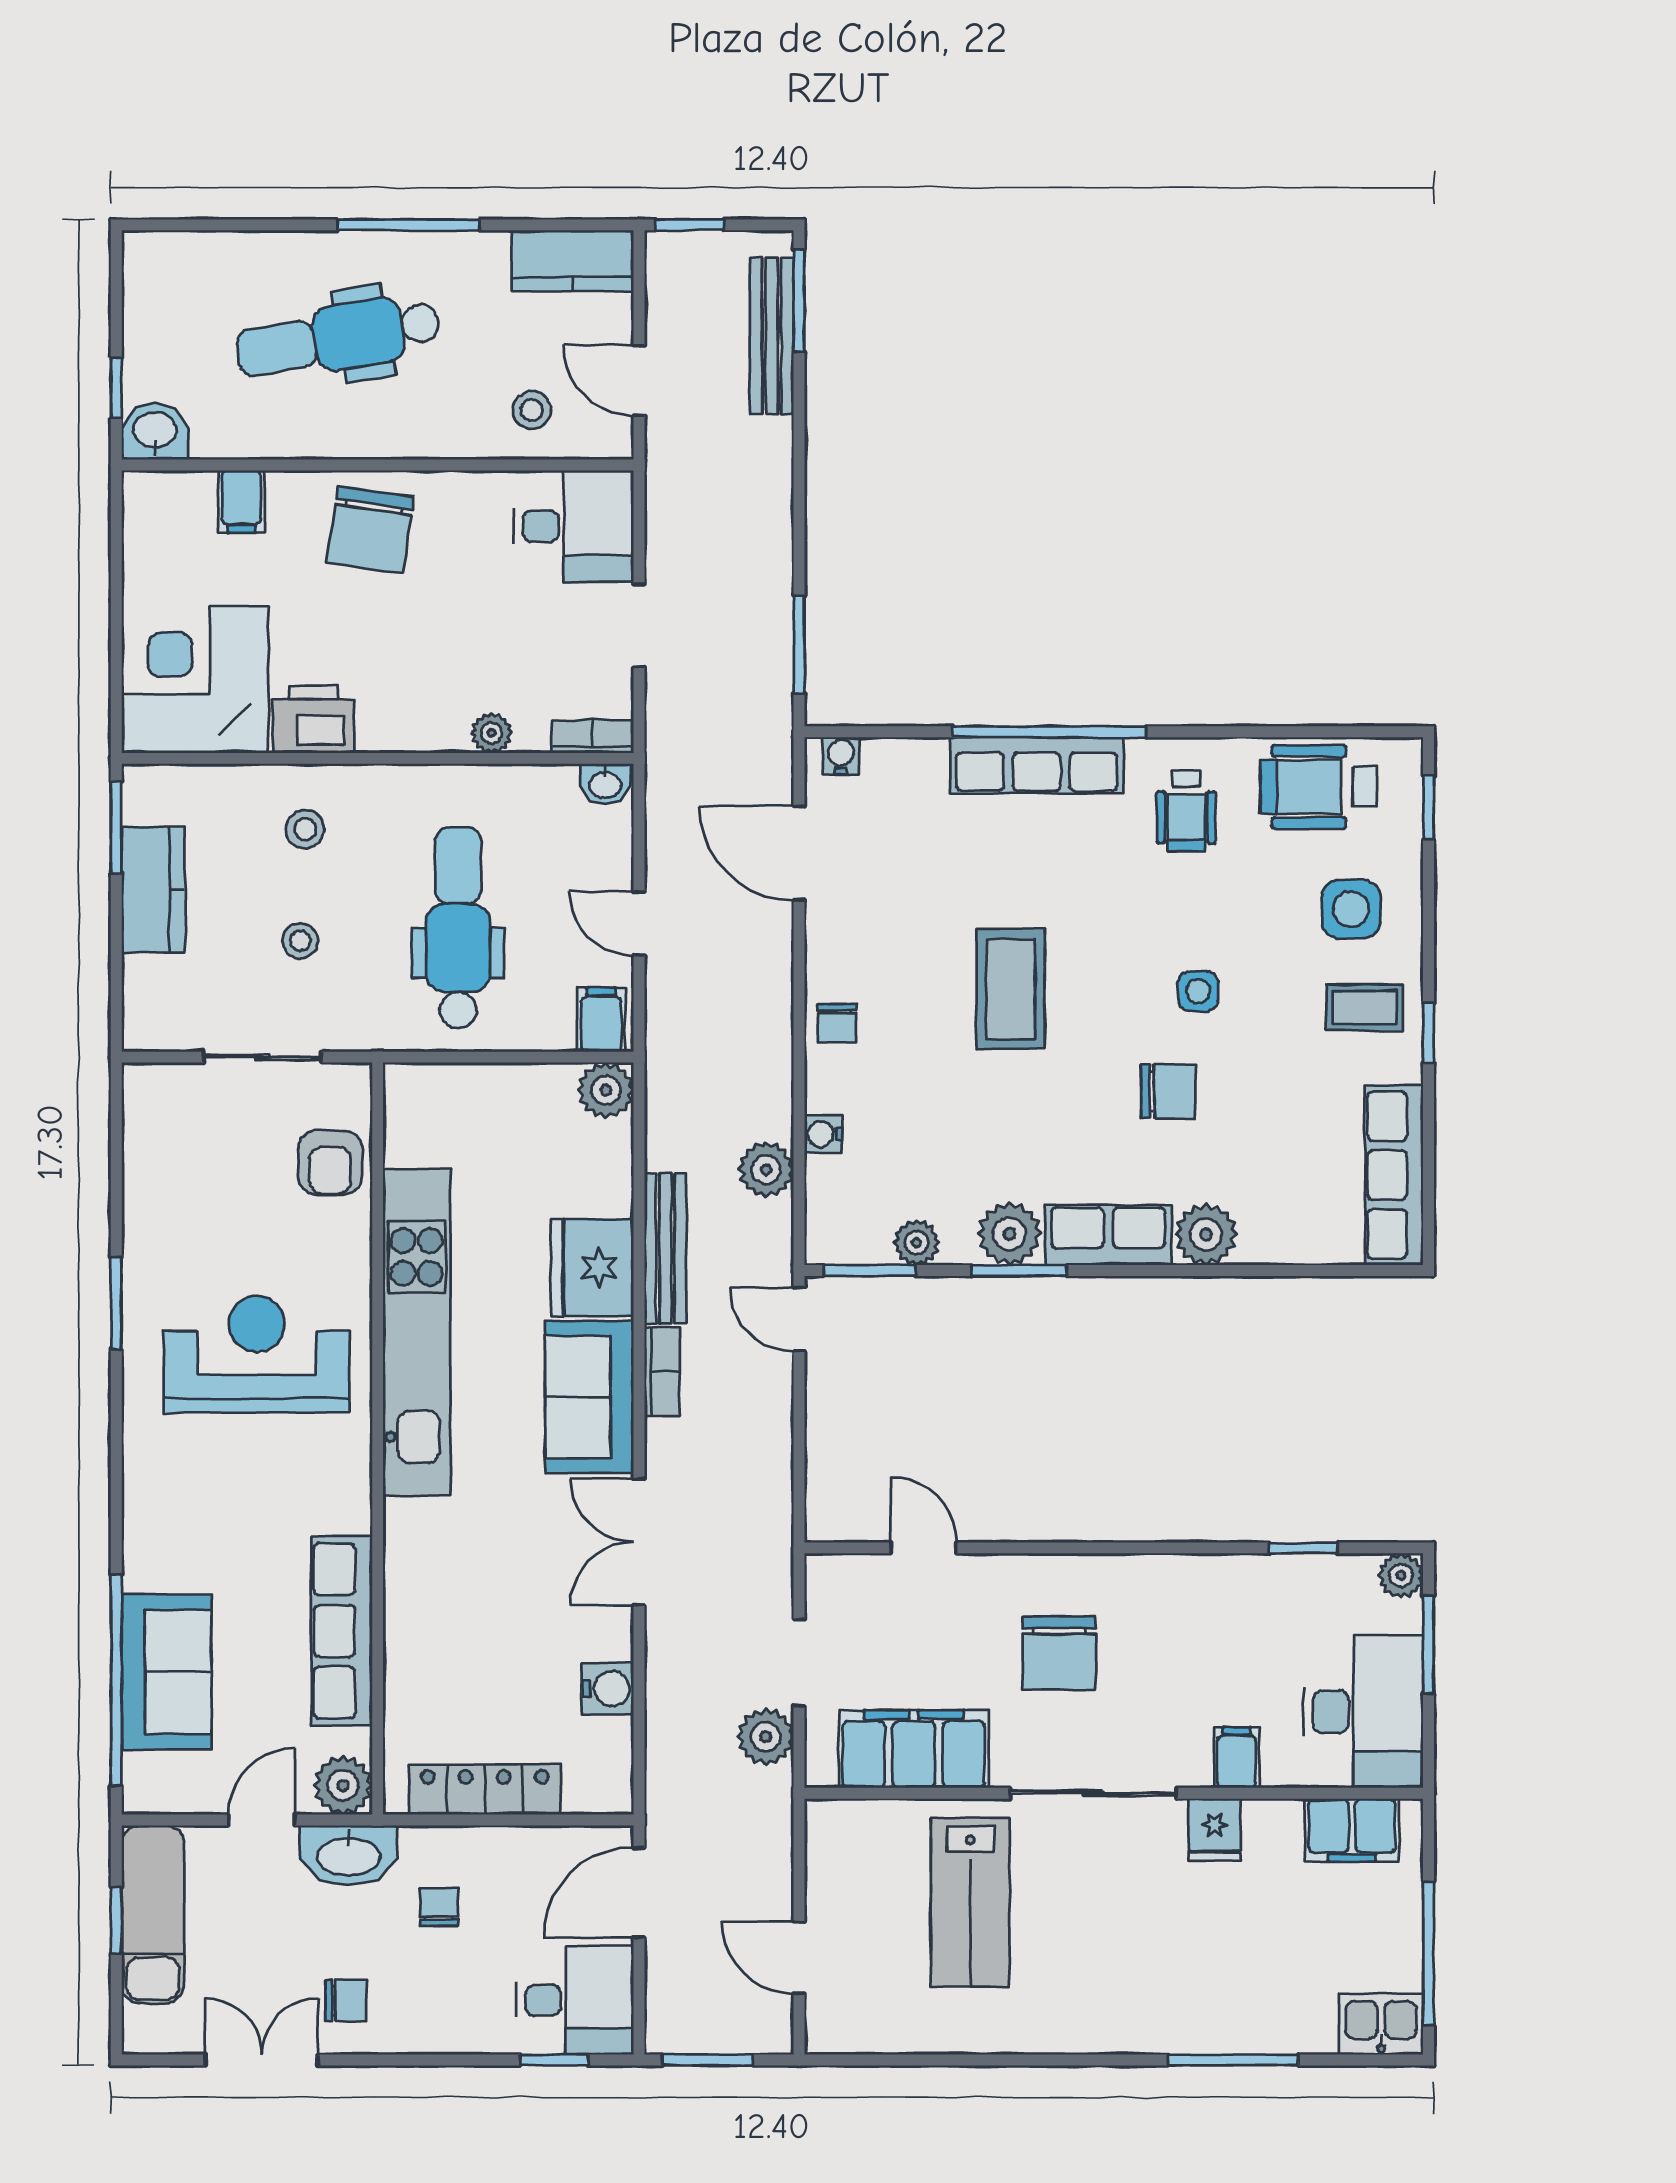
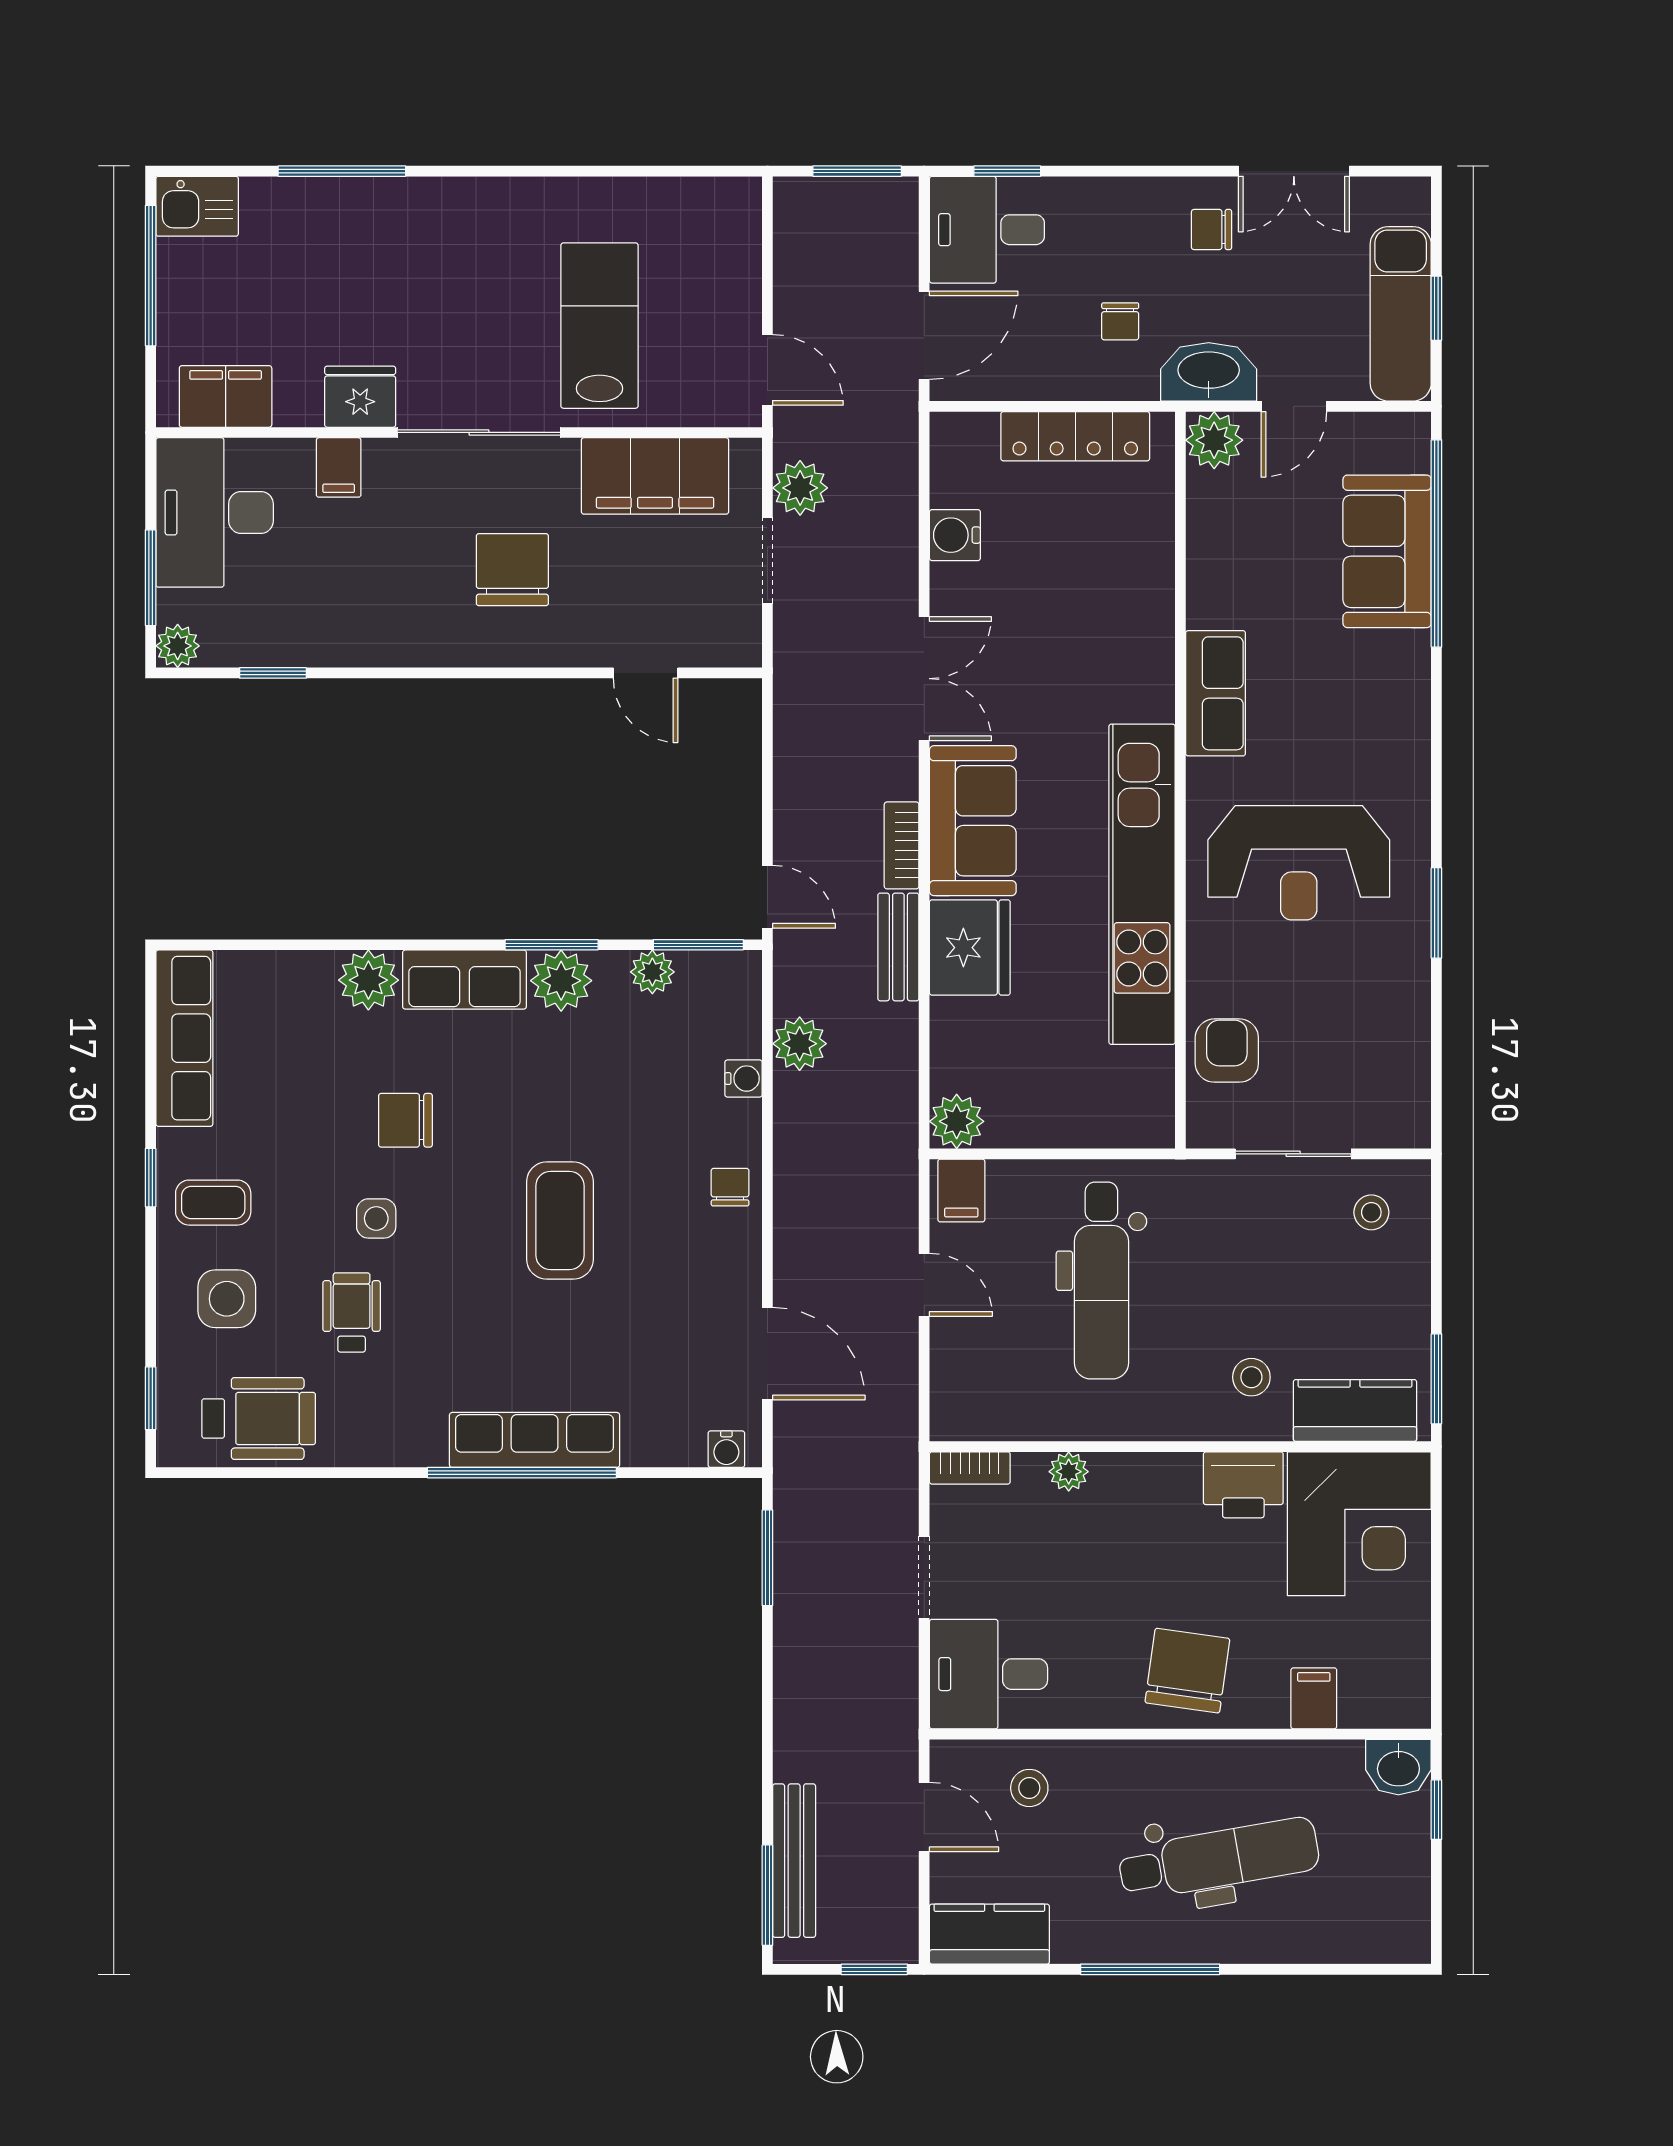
washbasin: (605, 784) -> (957, 1421), removed
wheelchair: (1186, 811) -> (352, 1312), moved
kitchen counter: (153, 890) -> (1355, 1410), moved, turned 90
stool: (300, 941) -> (1371, 1212), moved
bench: (665, 1248) -> (898, 947), width x0.73
row of seats: (342, 1631) -> (1216, 693), moved, width x0.68
fridge: (1215, 1830) -> (360, 397), width x1.38
door: (799, 1958) -> (767, 370), moved

